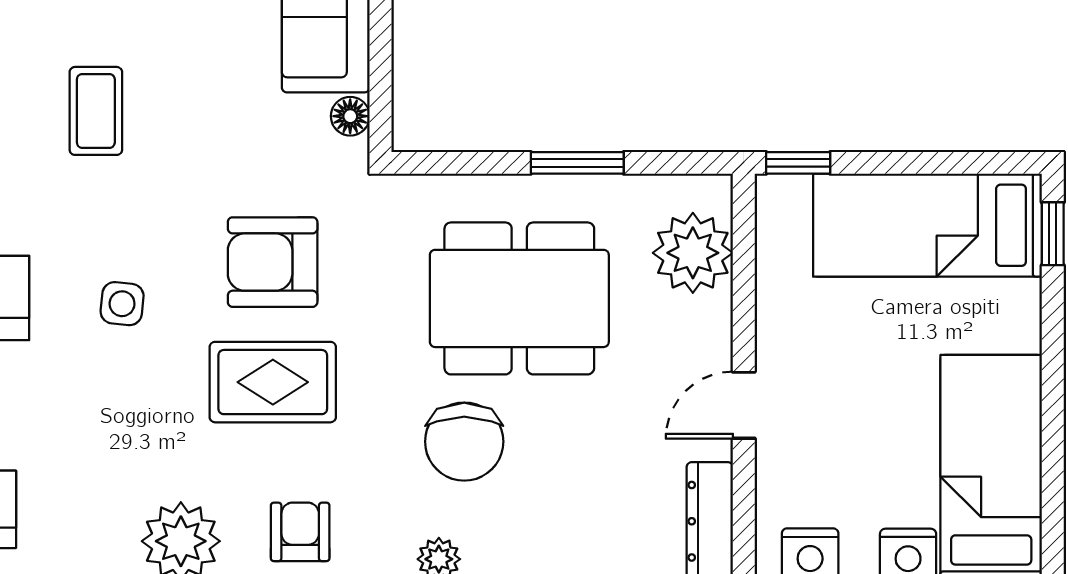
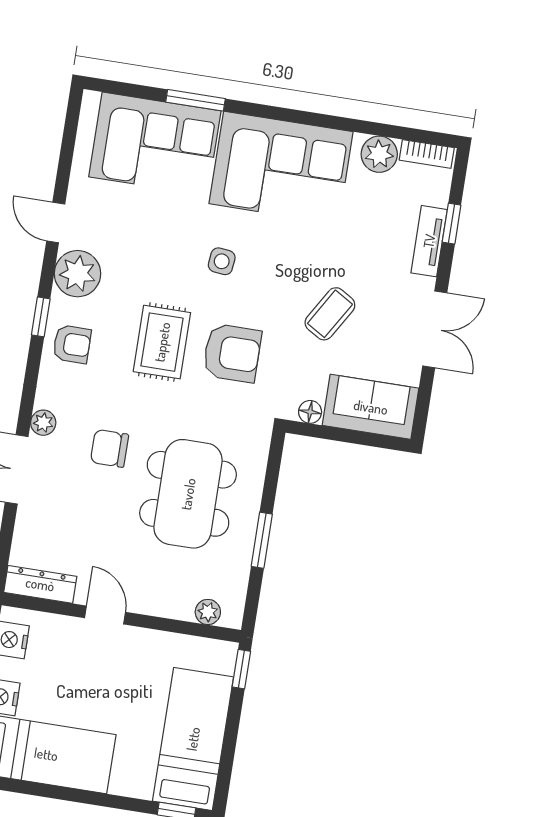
coffee table: (96, 111) -> (330, 314), moved, turned -59
plant: (693, 253) -> (208, 612), width x0.53, depth x0.53
armchair: (273, 262) -> (232, 353), turned 90
chair: (464, 442) -> (109, 448), width x0.73, depth x0.73

